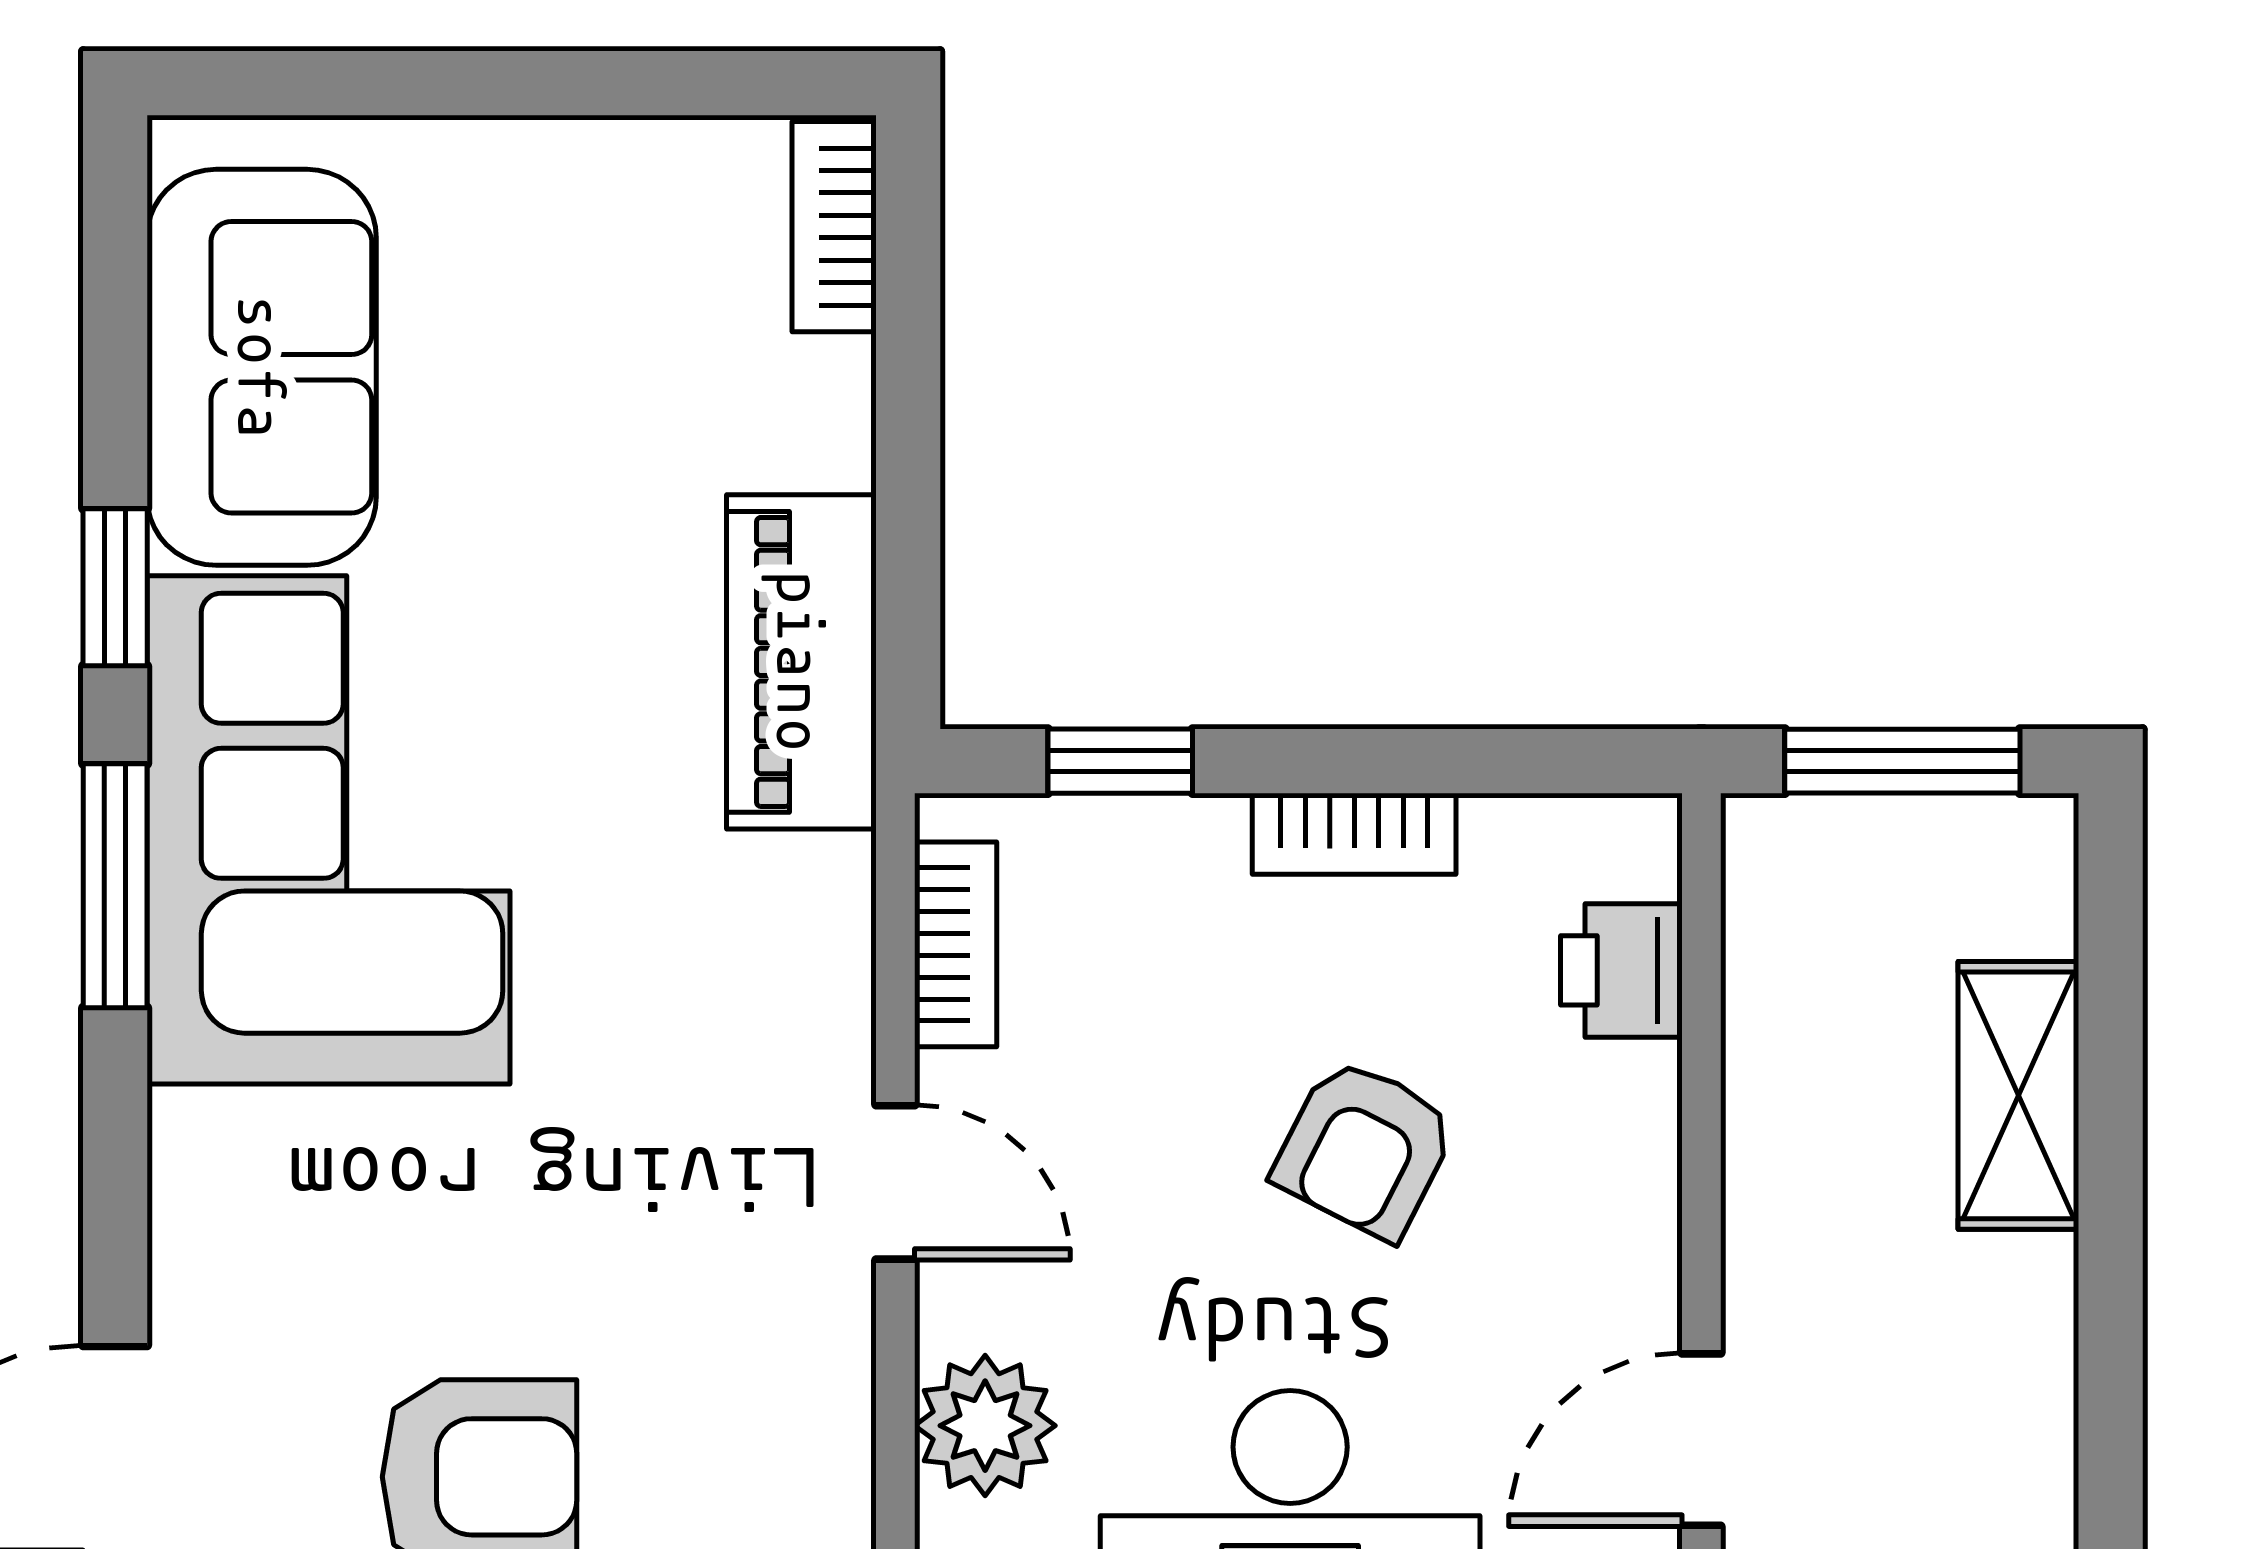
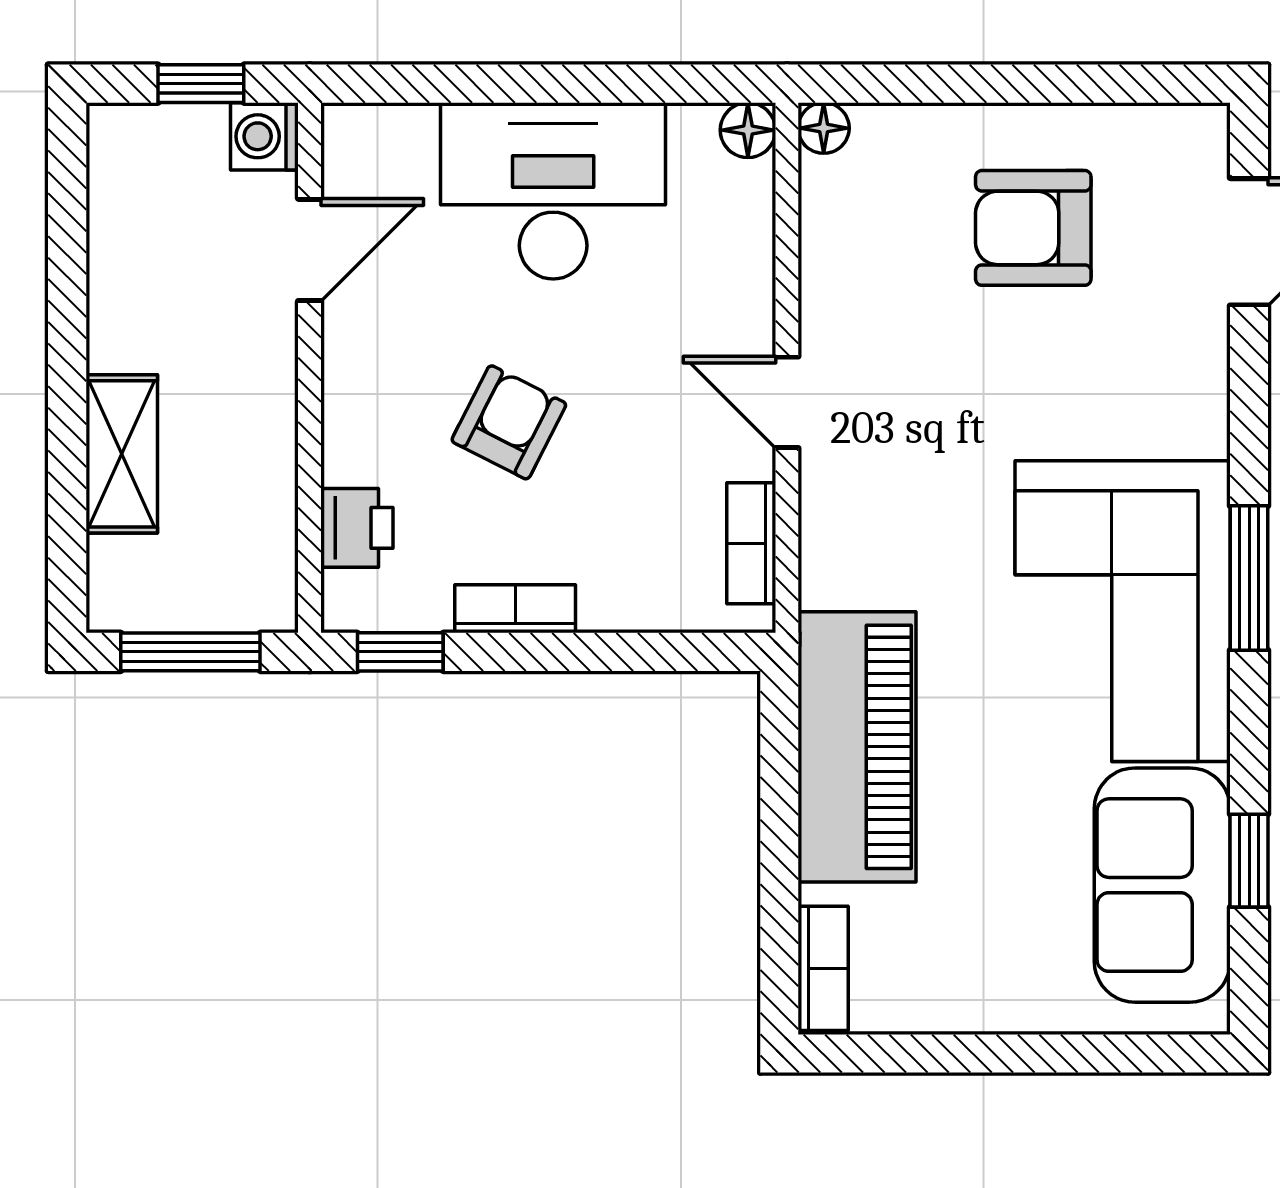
window: (115, 587) -> (1249, 861), moved
piano: (801, 662) -> (857, 747), width x1.37, depth x1.33
window: (1120, 761) -> (400, 652), moved
plant: (985, 1426) -> (734, 258), removed

